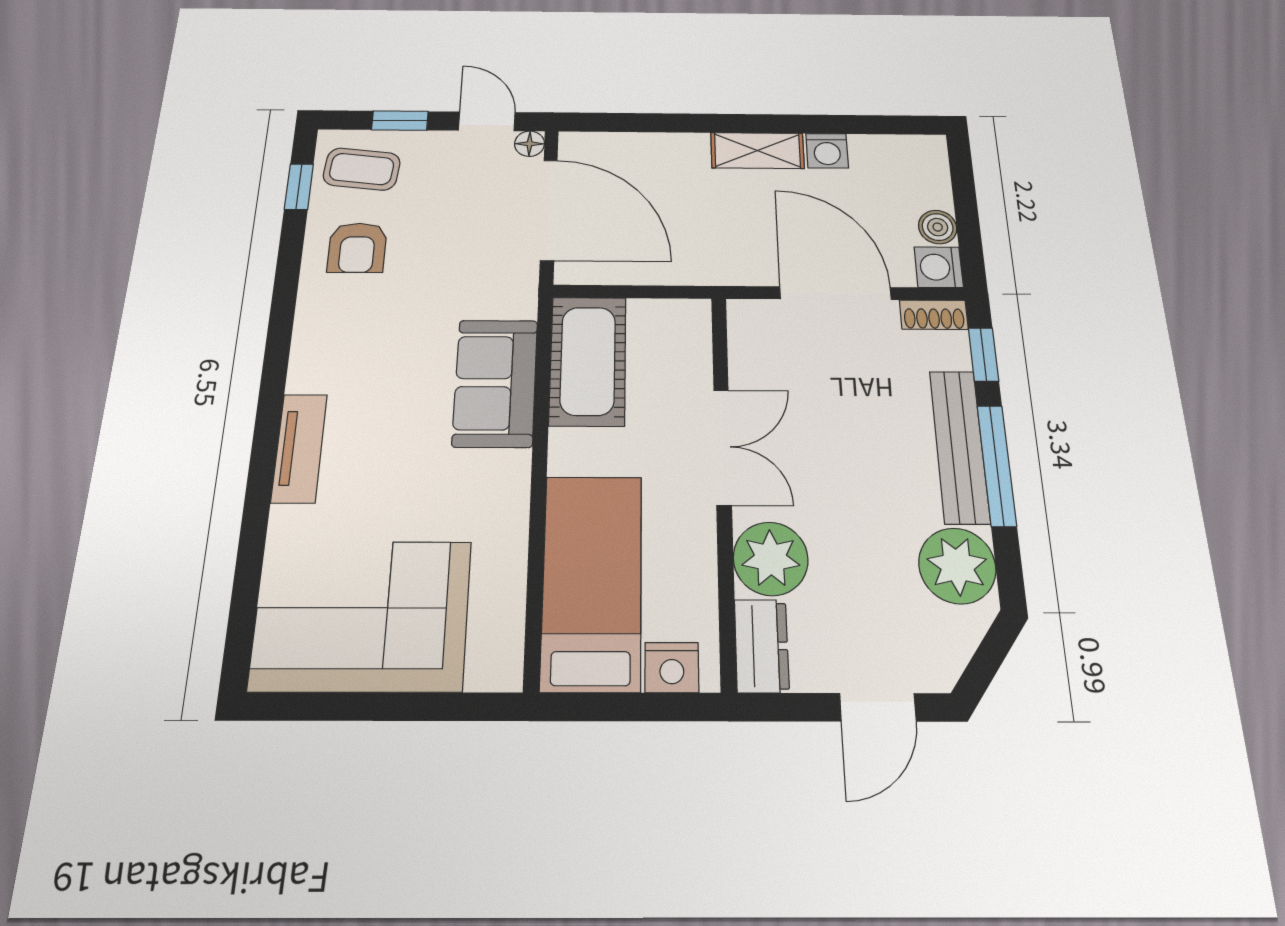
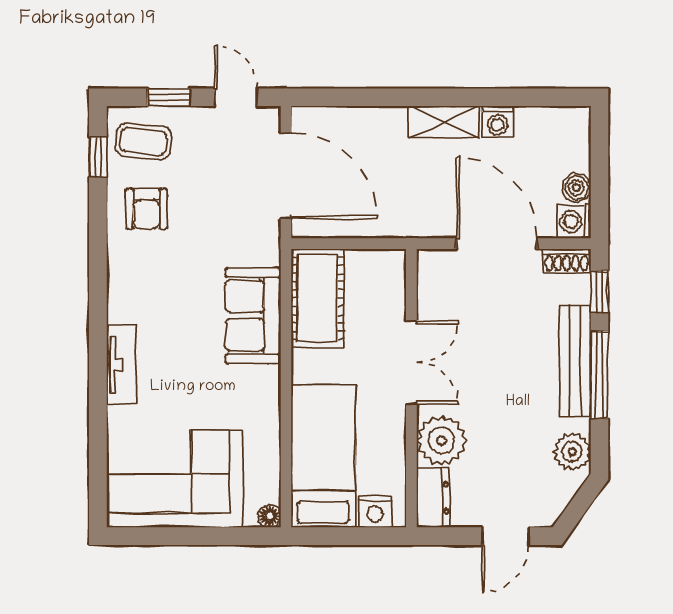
floor lamp: (530, 144) -> (269, 516), moved
plant: (957, 566) -> (572, 452), width x0.73, depth x0.73

